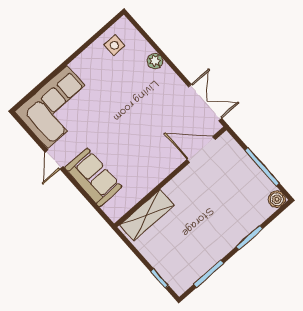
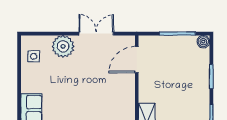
plant: (155, 61) -> (63, 46), width x1.87, depth x1.87
double door: (205, 102) -> (96, 34), moved

